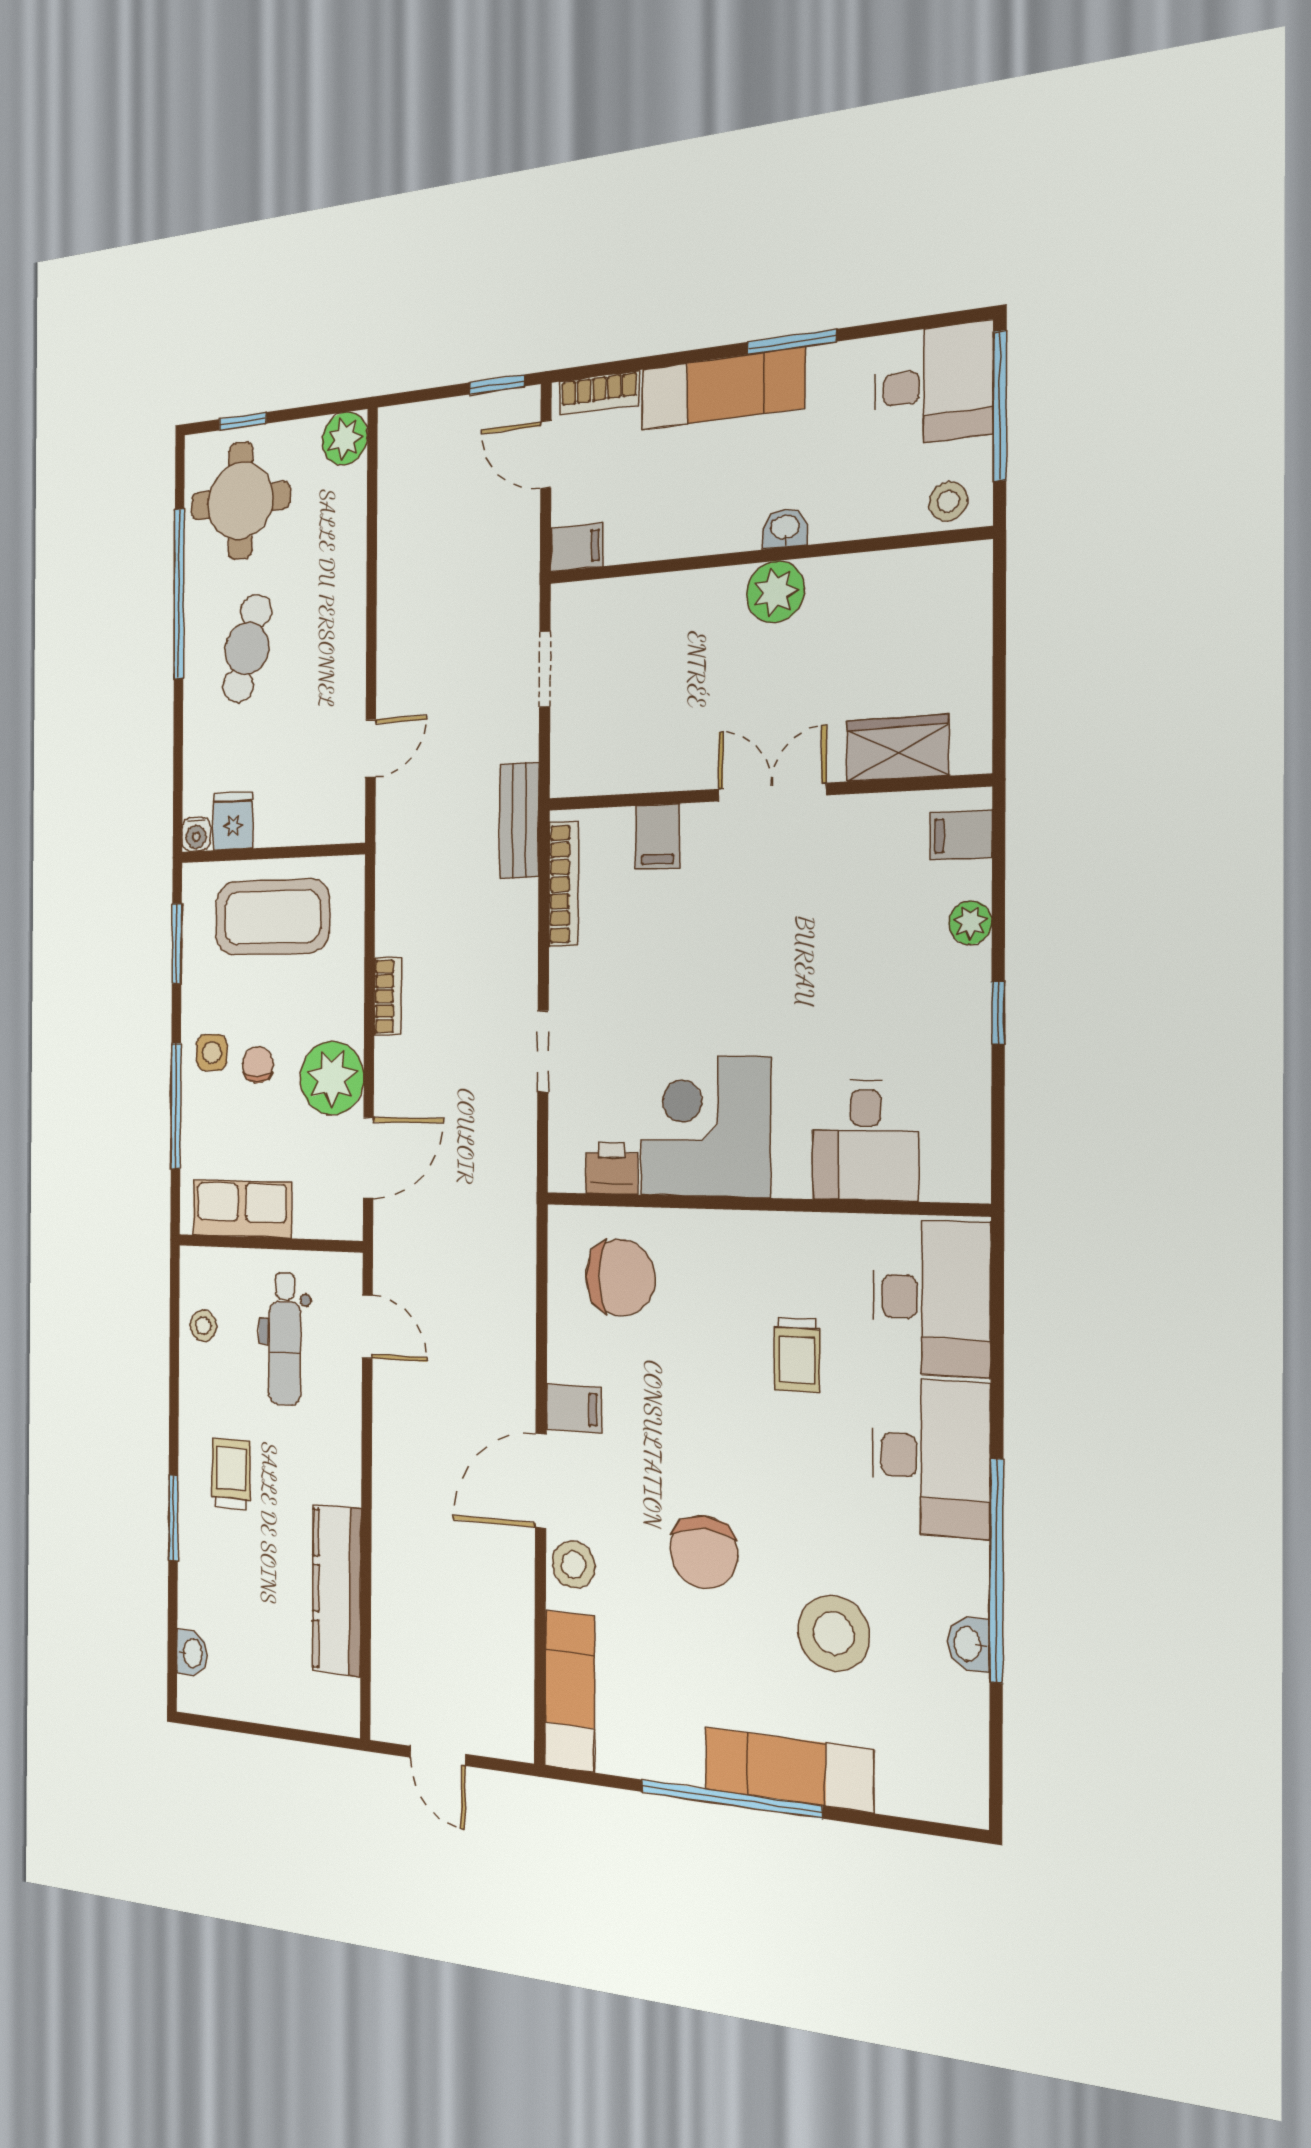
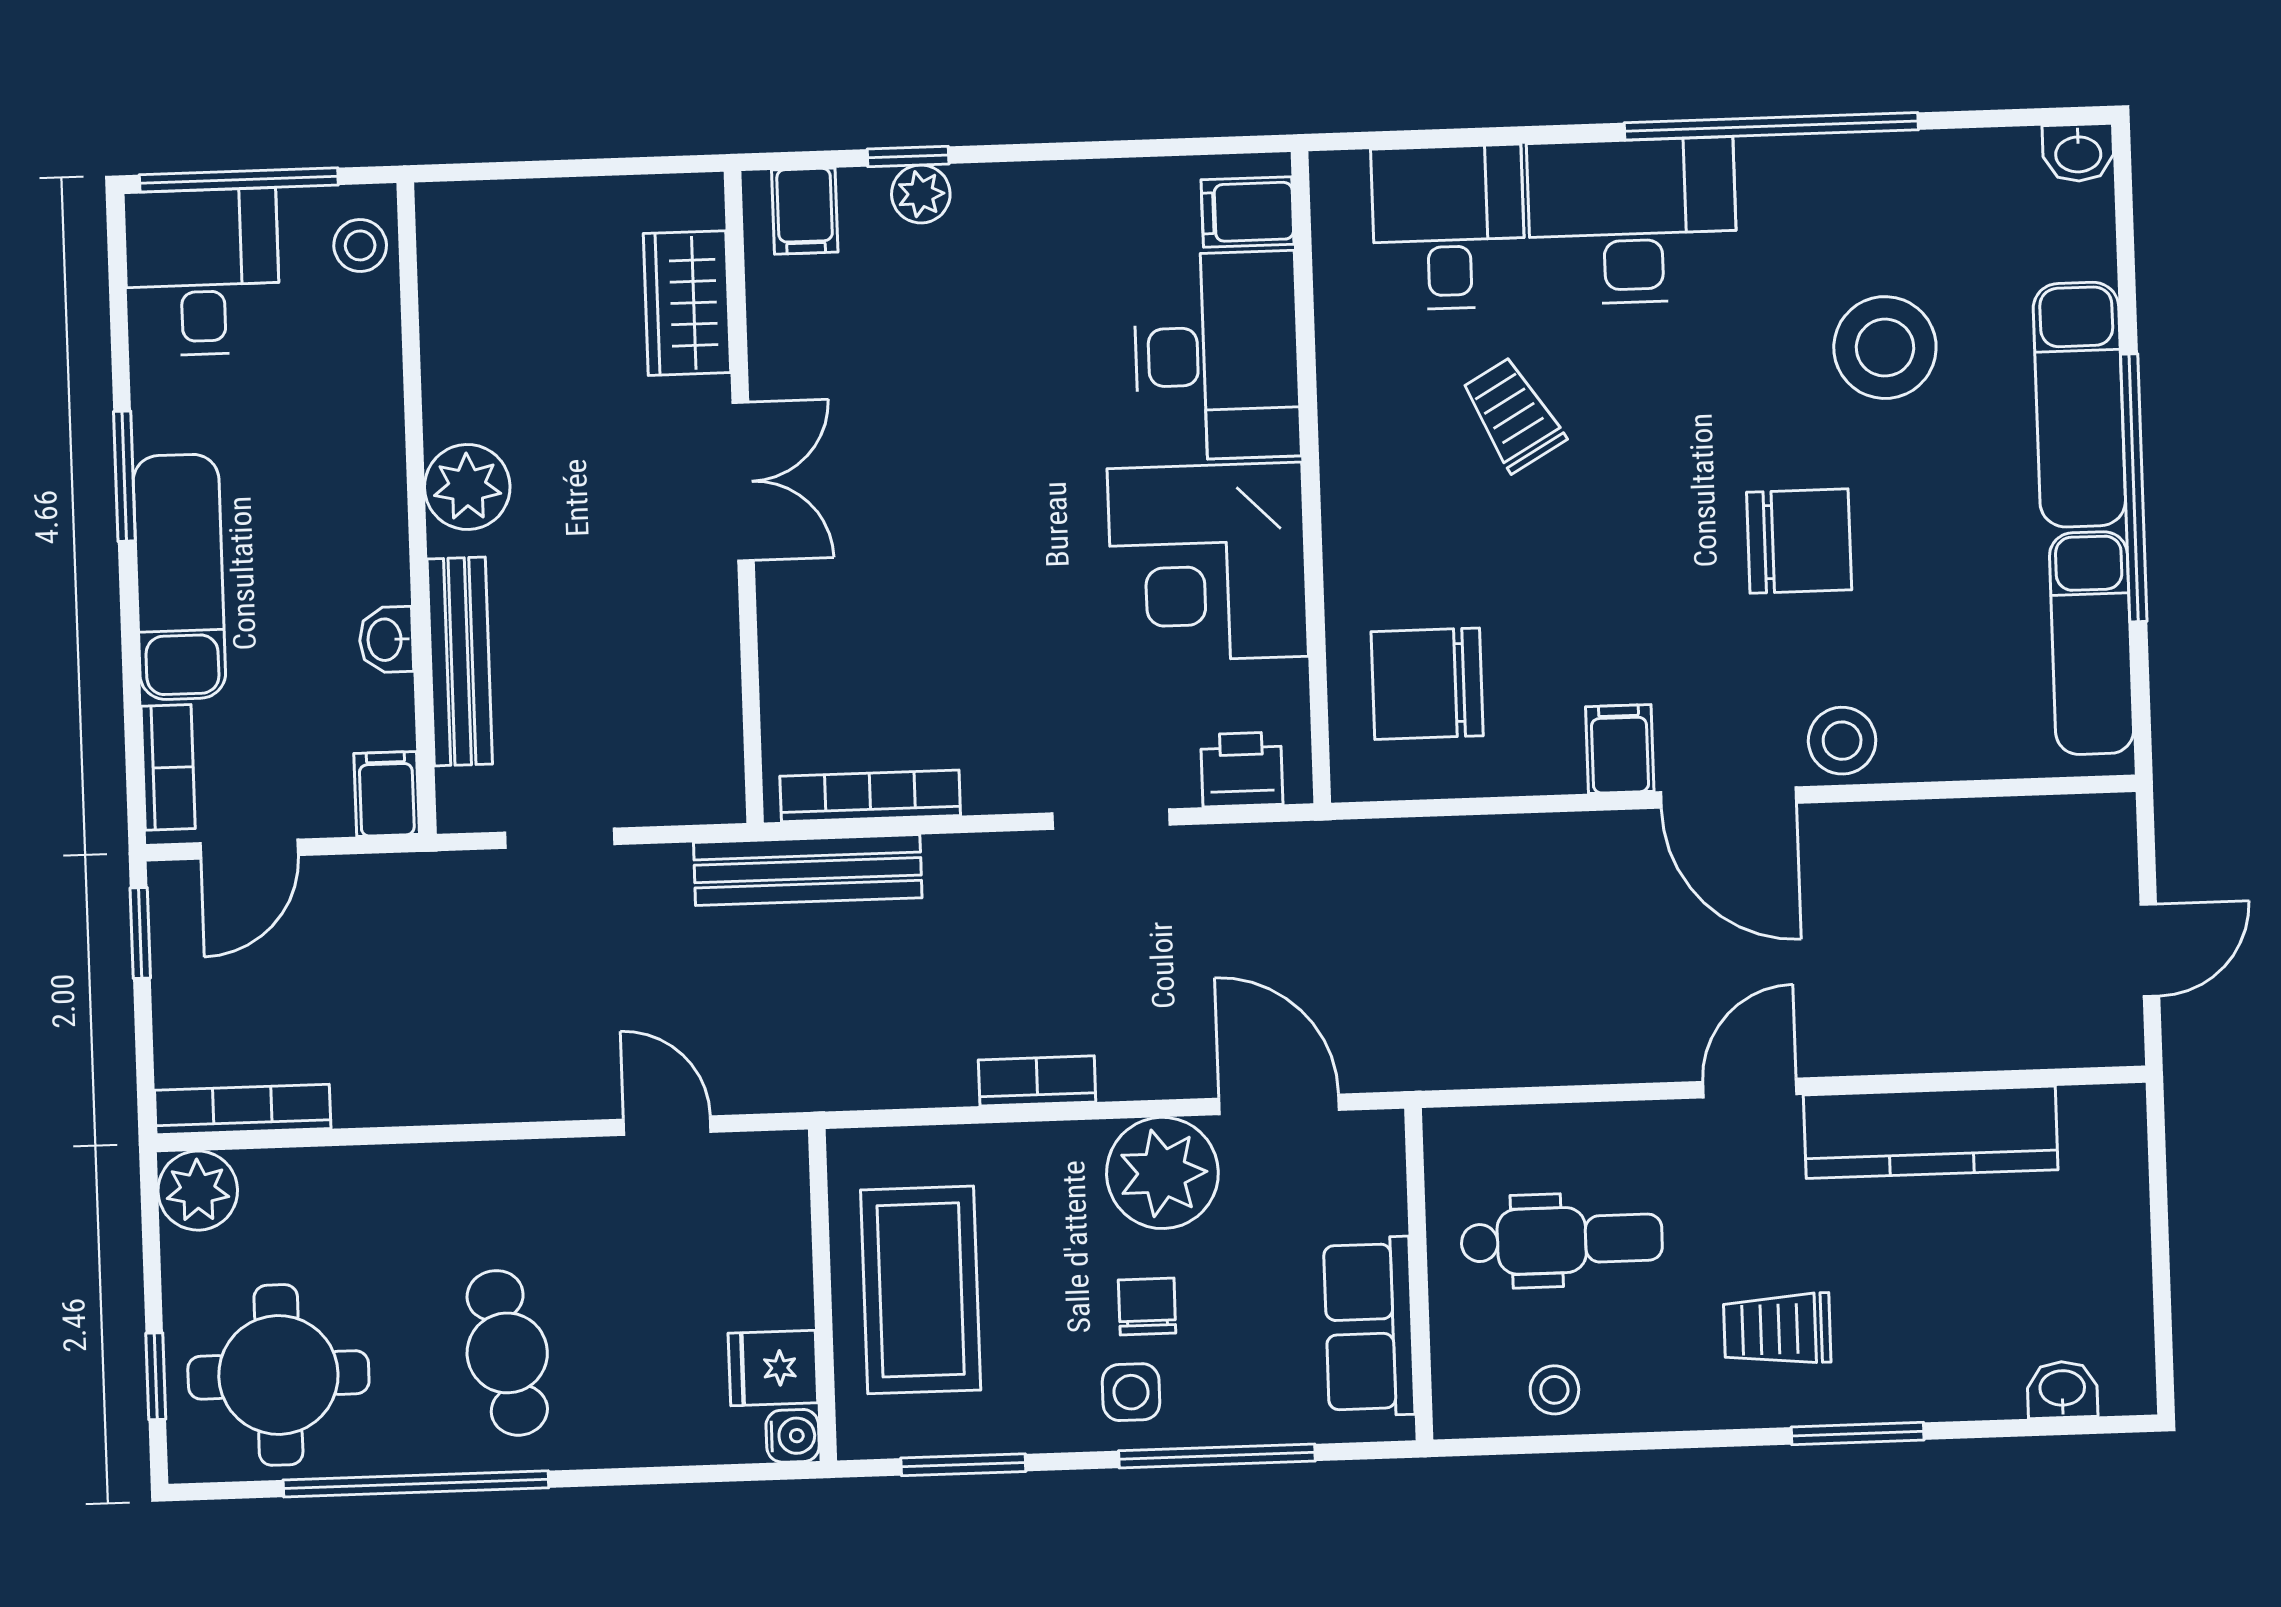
bookcase: (390, 464) -> (243, 1109), added
washbasin: (785, 528) -> (386, 640), moved
bench: (660, 593) -> (460, 661), added
cafe table: (247, 648) -> (507, 1353), turned 64
double door: (772, 792) -> (743, 481), swing flipped
bench: (519, 820) -> (808, 870), width x1.36
filing cabinet: (658, 837) -> (1248, 212), moved, turned 180
window: (998, 1013) -> (908, 156), moved
chair: (258, 1065) -> (1147, 1306), turned 90
desk: (866, 1140) -> (1217, 356), width x1.37
printer: (612, 1168) -> (1242, 769), moved, turned 90
chair: (620, 1277) -> (1427, 684), turned -90
desk: (931, 1298) -> (1448, 227), width x0.73
door: (367, 1327) -> (1750, 1088), moved
trolley: (797, 1355) -> (1513, 415), turned -120
washbasin: (969, 1644) -> (2078, 153), moved
exam couch: (570, 1691) -> (2092, 643), moved, turned -90

